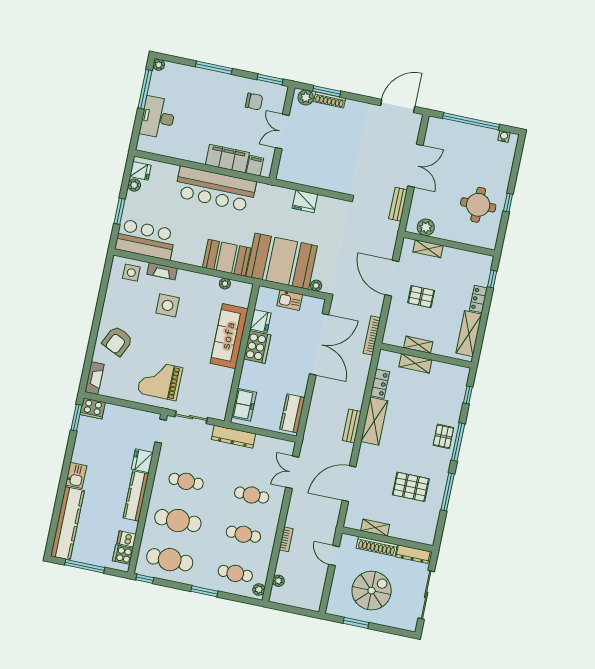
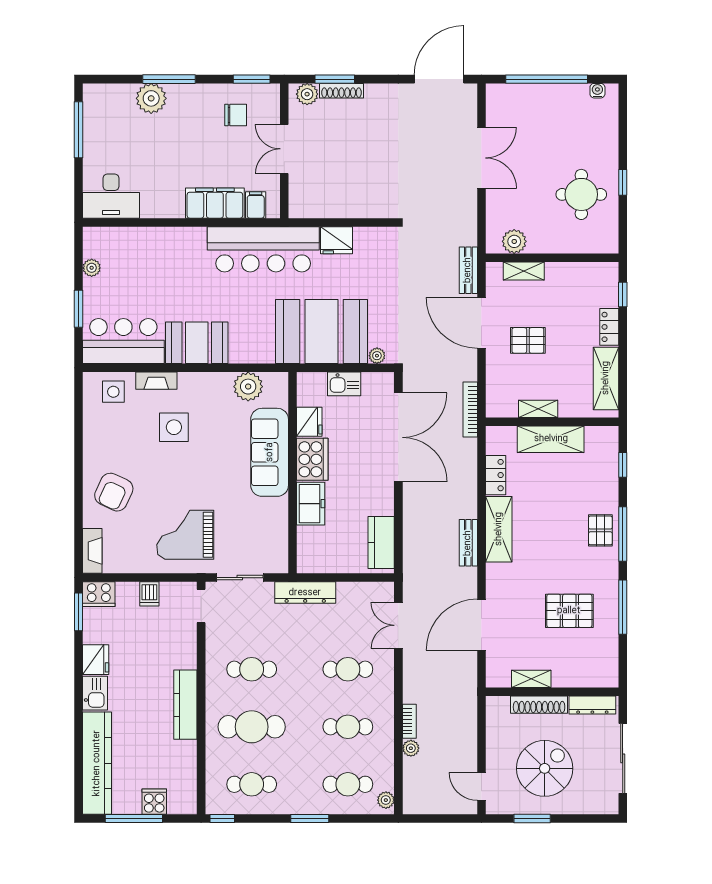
plant: (159, 65) -> (151, 98), moved, width x1.87, depth x1.87
desk: (158, 117) -> (111, 196), moved, turned -90
fridge: (140, 171) -> (96, 246), removed
bar counter: (215, 189) -> (263, 249), moved
bench: (398, 204) -> (468, 270), moved
booth: (227, 258) -> (197, 343), moved
plant: (225, 284) -> (248, 387), width x1.88, depth x1.88
shelving: (415, 363) -> (551, 439), width x1.50, depth x1.33
freezer: (244, 405) -> (311, 504), moved
fridge: (142, 461) -> (96, 660), moved, turned 180
dishwasher: (126, 539) -> (149, 594), moved, turned -90
cooker: (123, 555) -> (154, 802), moved, turned 90
door: (334, 556) -> (481, 786), moved
cafe table: (170, 560) -> (252, 784), width x0.73, depth x0.74
plant: (278, 581) -> (411, 748), moved

